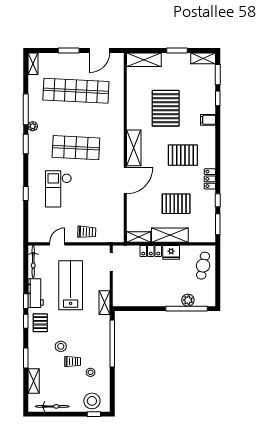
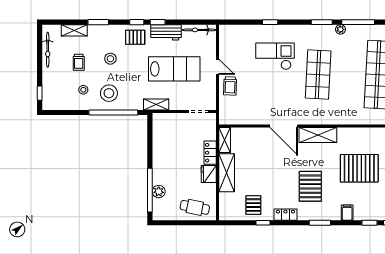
pallet: (176, 204) -> (253, 205), moved, width x0.67, depth x0.71
window: (218, 224) -> (320, 223), moved
door: (57, 244) -> (218, 67), moved
trolley: (73, 362) -> (79, 62), moved
stool: (92, 401) -> (109, 93), moved

